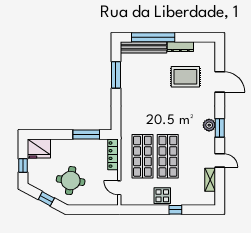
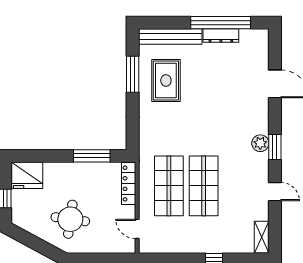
window: (153, 37) -> (221, 23), moved
rug: (185, 77) -> (166, 80), moved, turned 90
shelving: (210, 180) -> (262, 237), moved
display table: (162, 196) -> (196, 240), removed
window: (46, 199) -> (37, 244), removed

